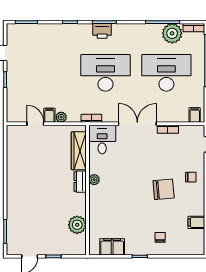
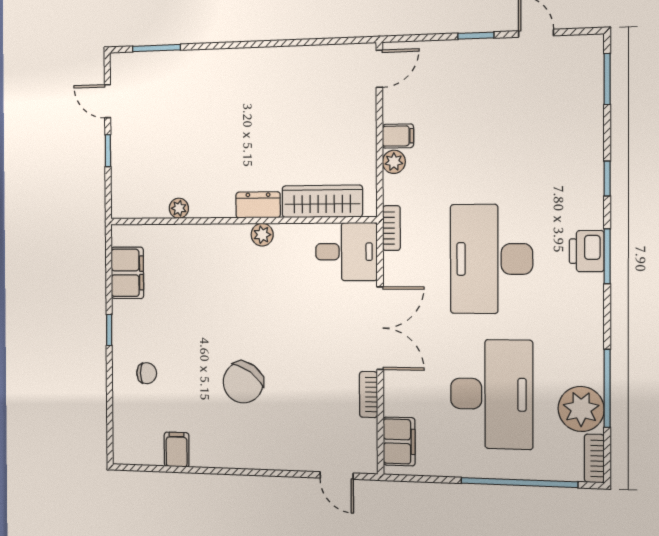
desk: (106, 73) -> (491, 259), turned 180
filing cabinet: (195, 115) -> (399, 441), width x2.00
door: (35, 124) -> (379, 69), moved
chair: (191, 177) -> (268, 441), removed
chair: (164, 189) -> (243, 382), turned 40
plant: (77, 225) -> (179, 208), width x0.53, depth x0.53

